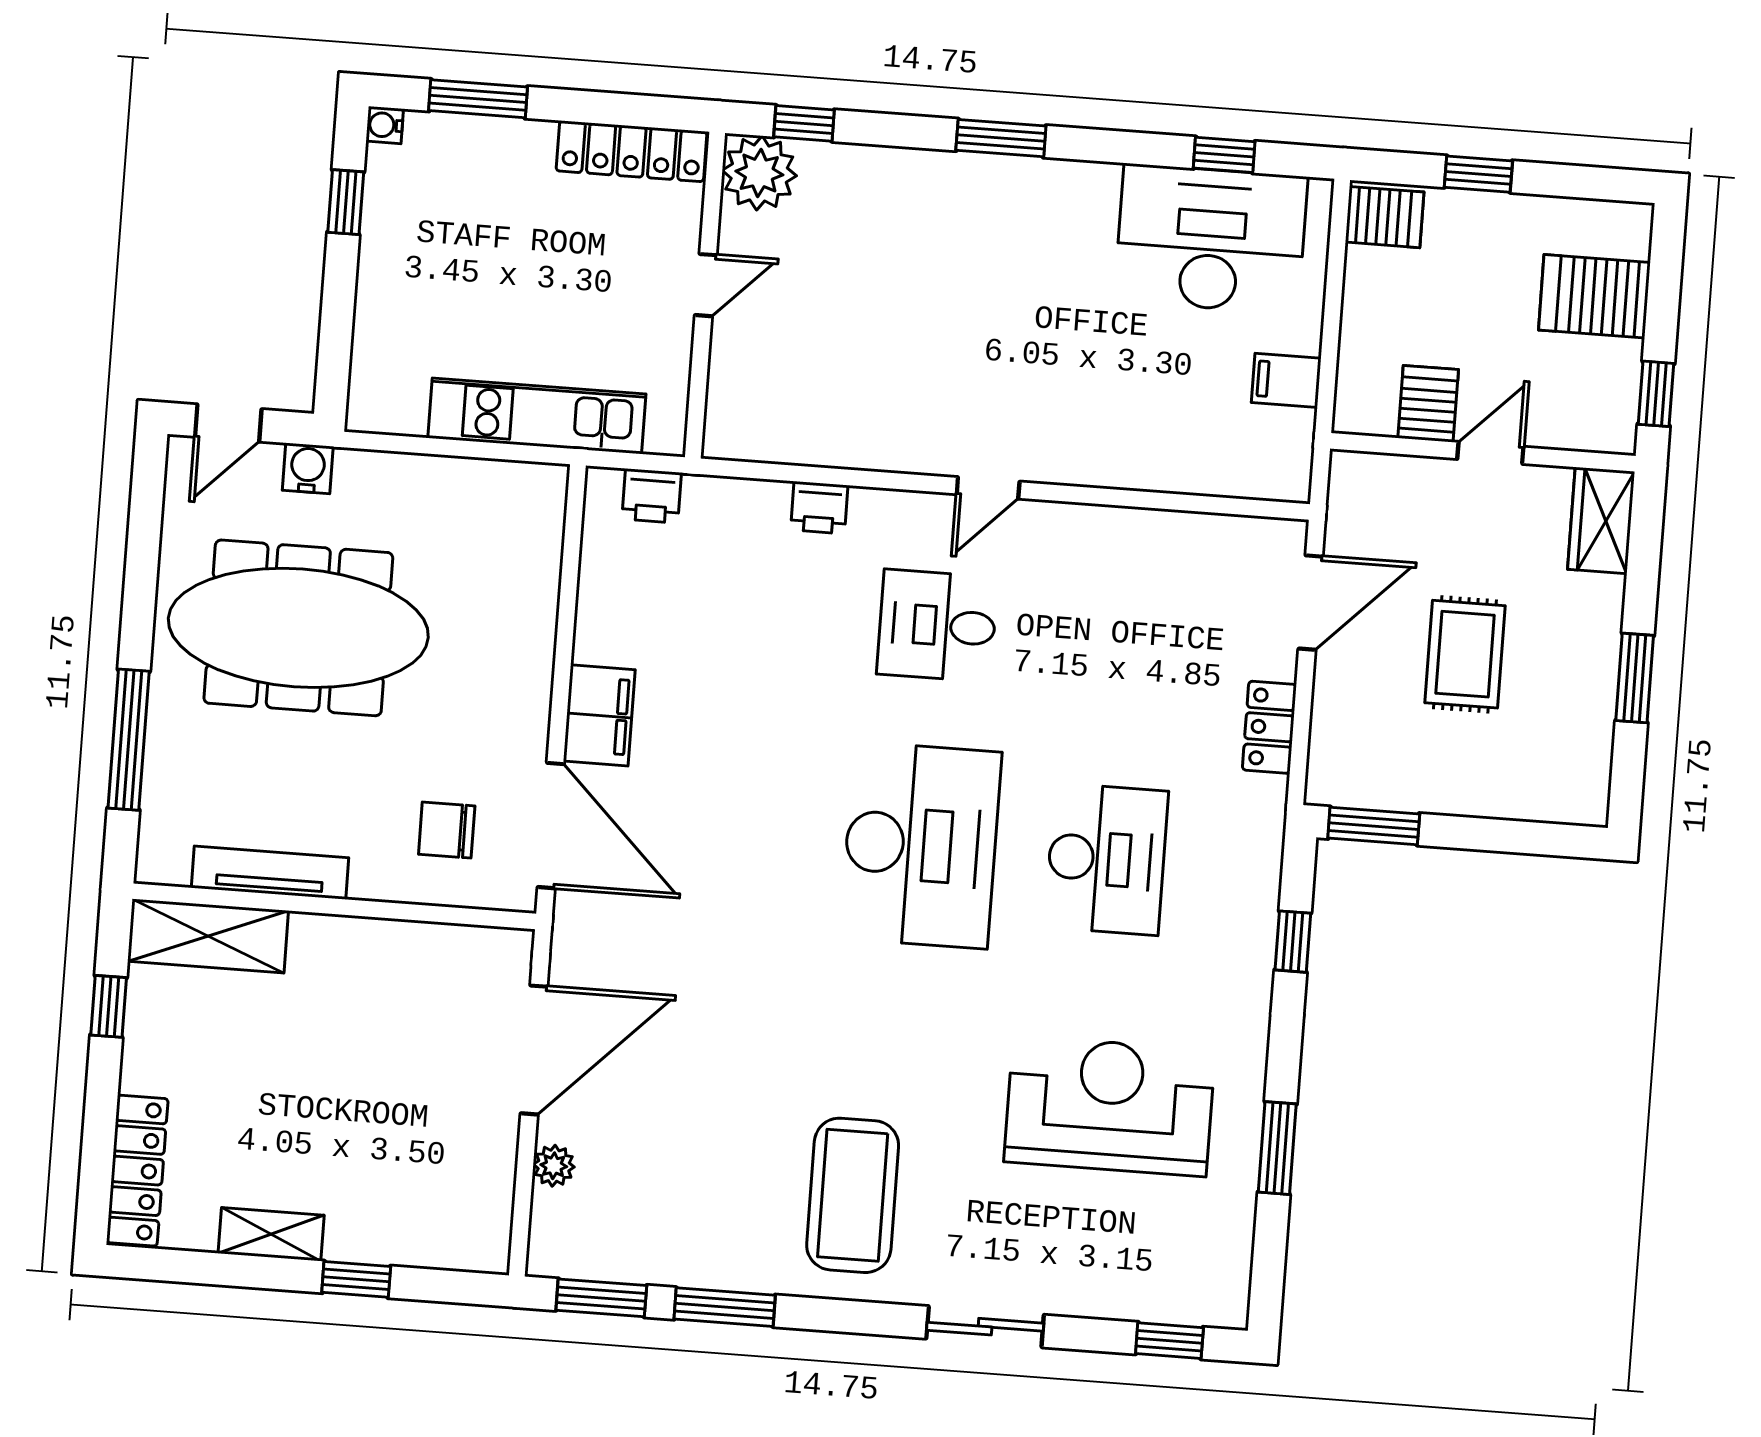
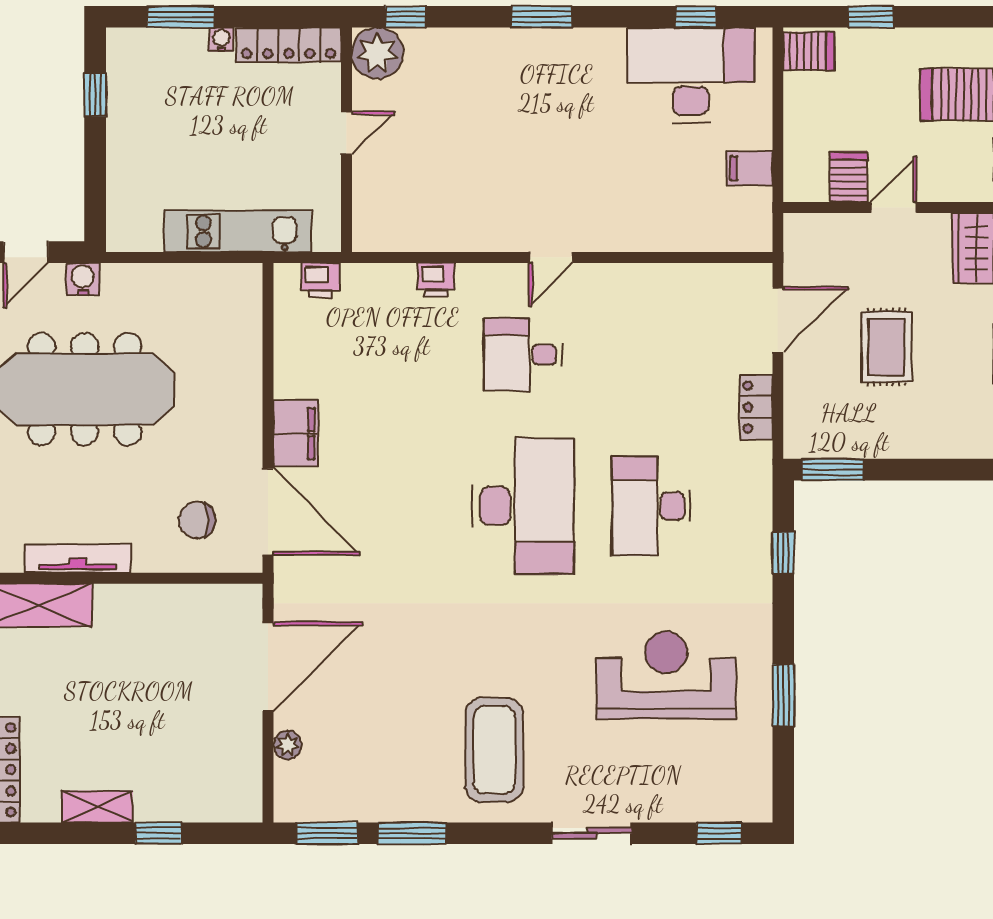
water cooler: (385, 125) -> (221, 40), moved, turned 90
desk: (1106, 859) -> (651, 506), turned 180

